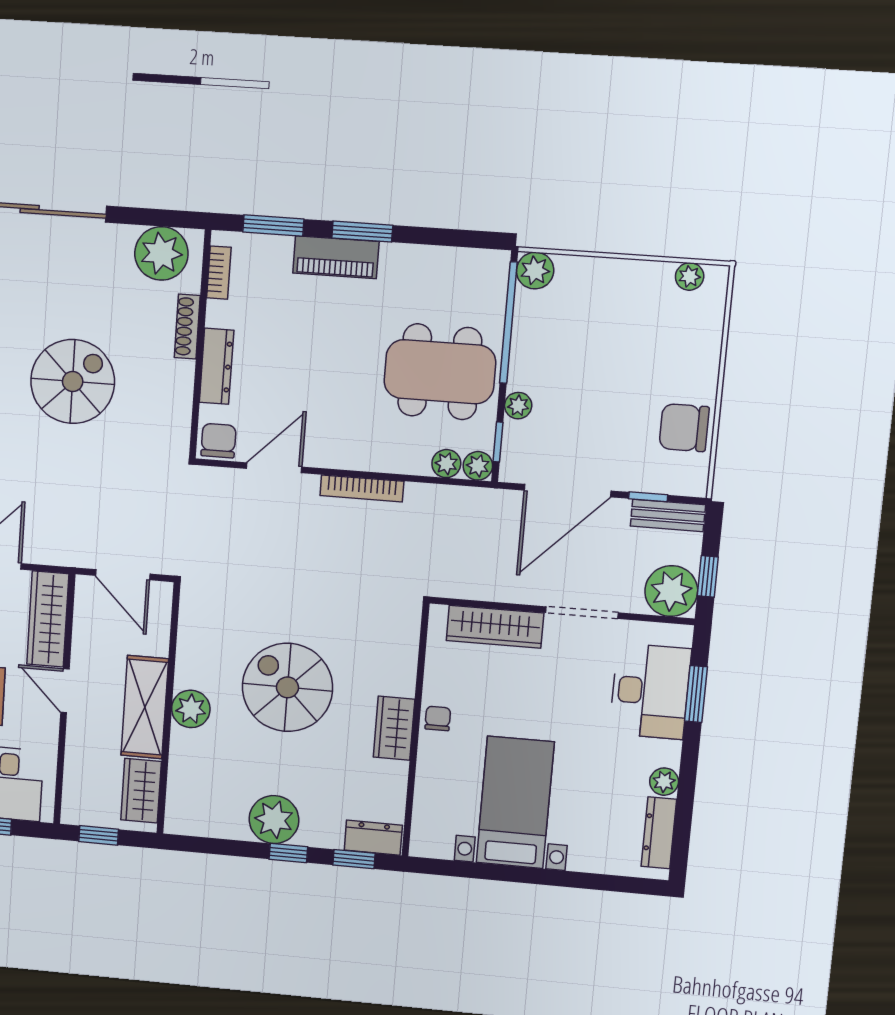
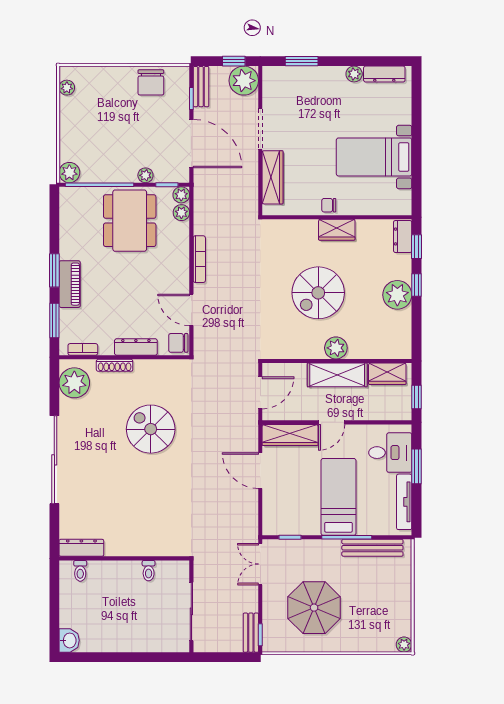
desk: (650, 691) -> (302, 87), removed

